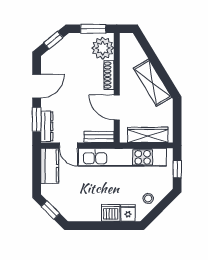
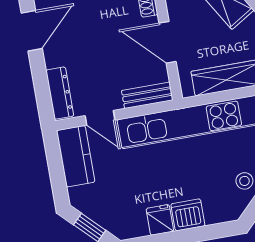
window: (37, 119) -> (41, 85), removed
fridge: (128, 213) -> (160, 220), moved

